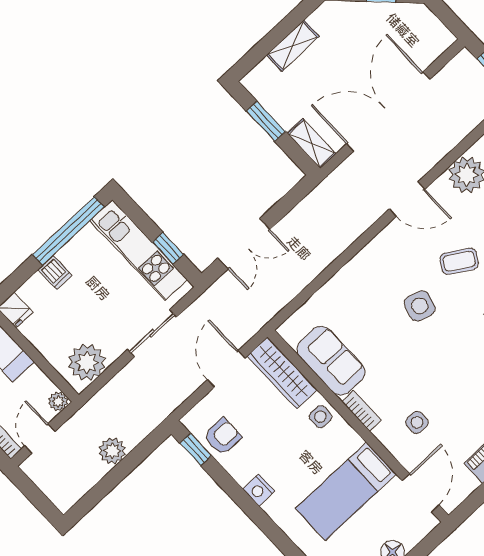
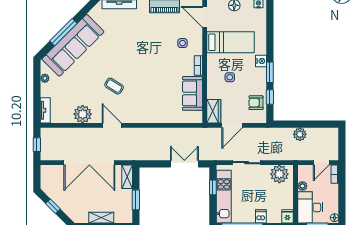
side table: (420, 306) -> (143, 83), removed
wardrobe: (282, 373) -> (214, 111), width x0.67
plant: (58, 401) -> (302, 186), moved
side table: (320, 417) -> (230, 77), moved
window: (196, 449) -> (270, 97), moved
nightstand: (259, 490) -> (261, 61), moved
door: (421, 493) -> (205, 17), hinge flipped
window: (245, 502) -> (270, 72), added

